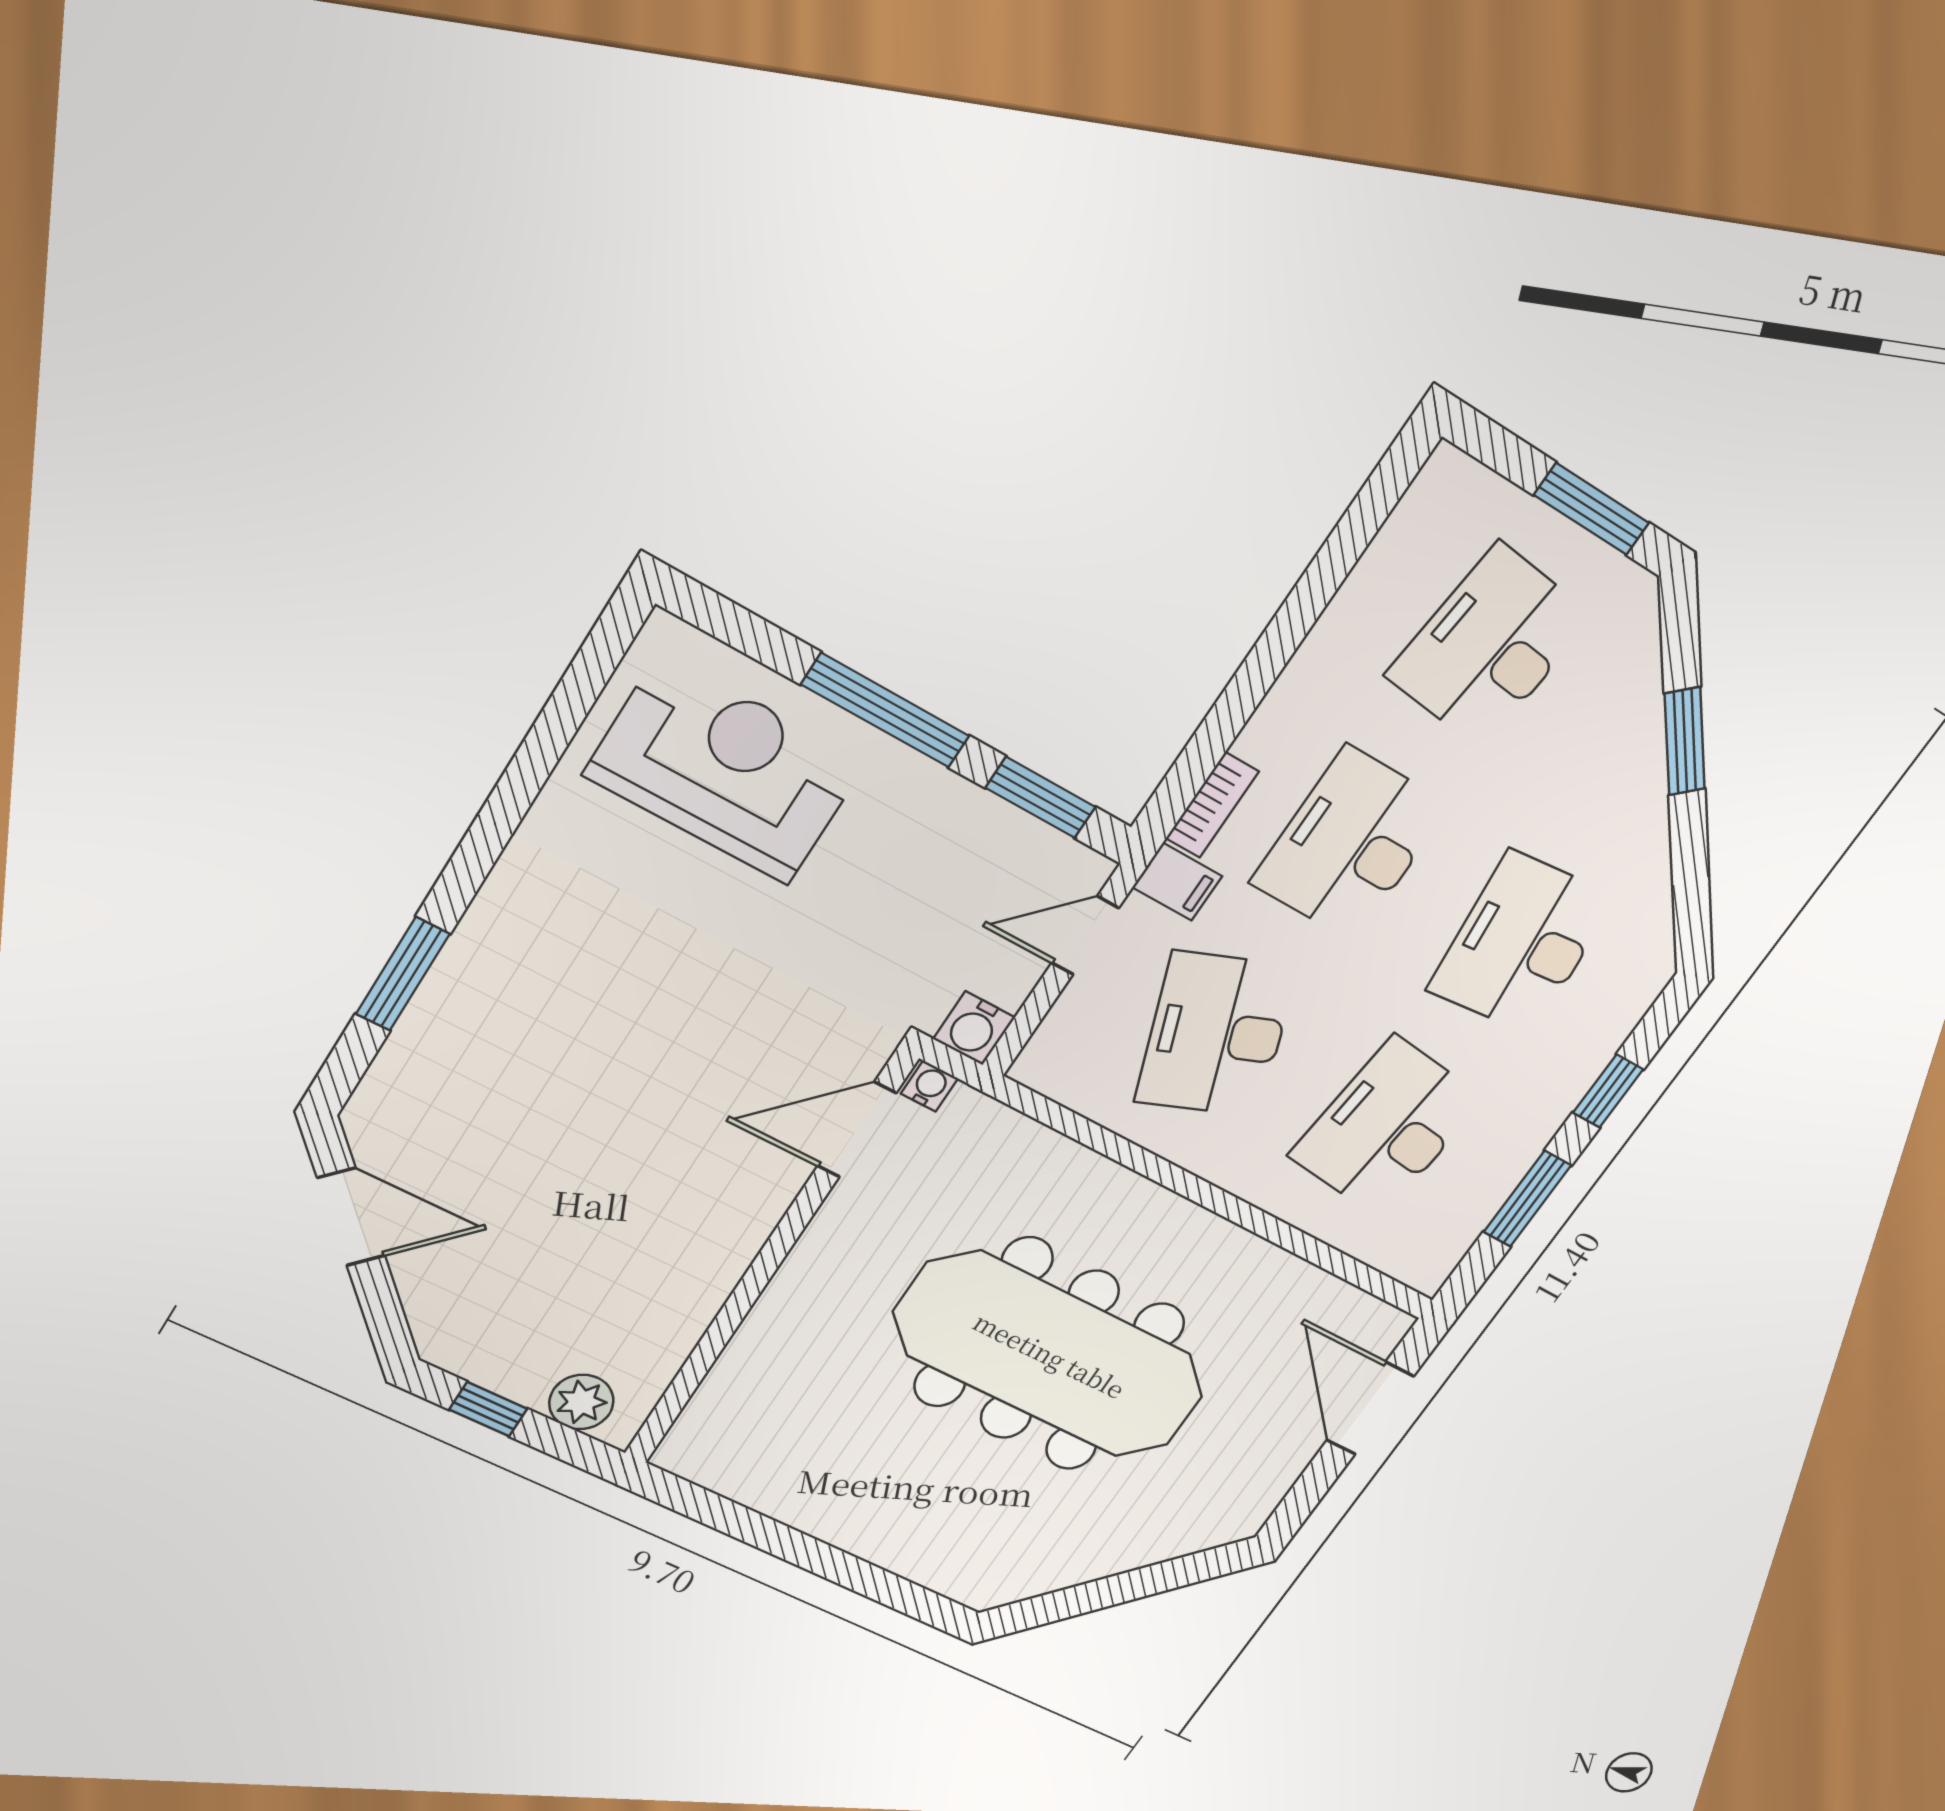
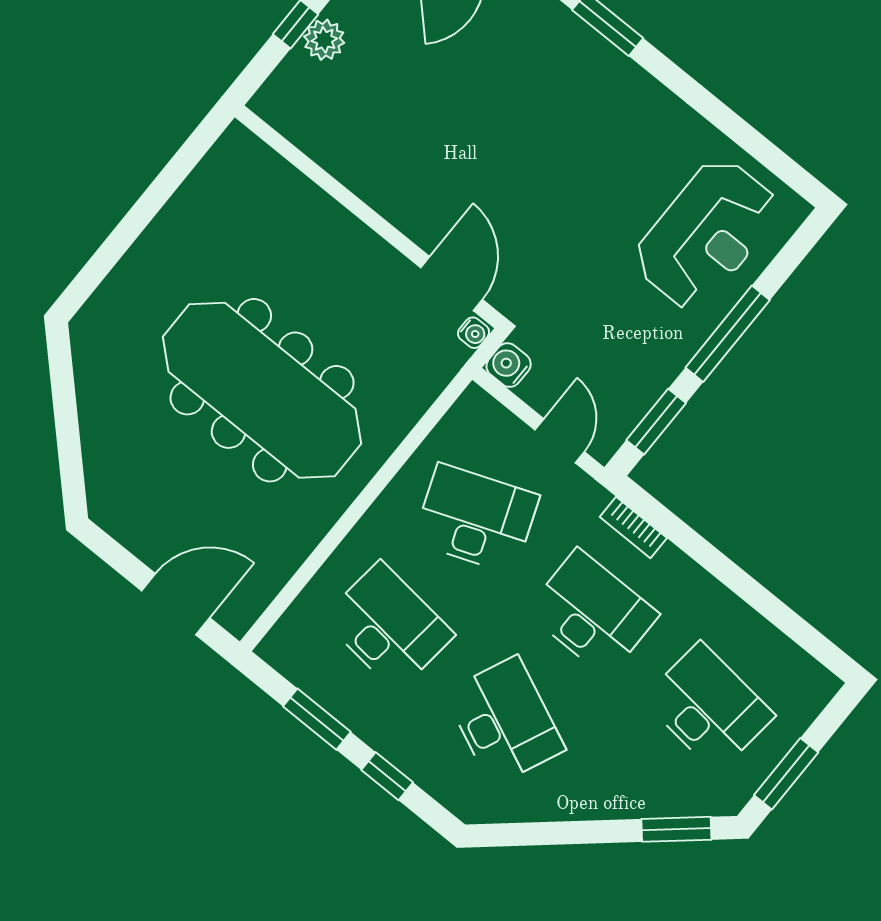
window: (1685, 741) -> (676, 829), moved
filing cabinet: (1177, 882) -> (586, 502), removed
desk: (1521, 943) -> (505, 721), turned 30
meeting table: (1050, 1355) -> (262, 390), turned 90
plant: (581, 1402) -> (324, 40), moved

